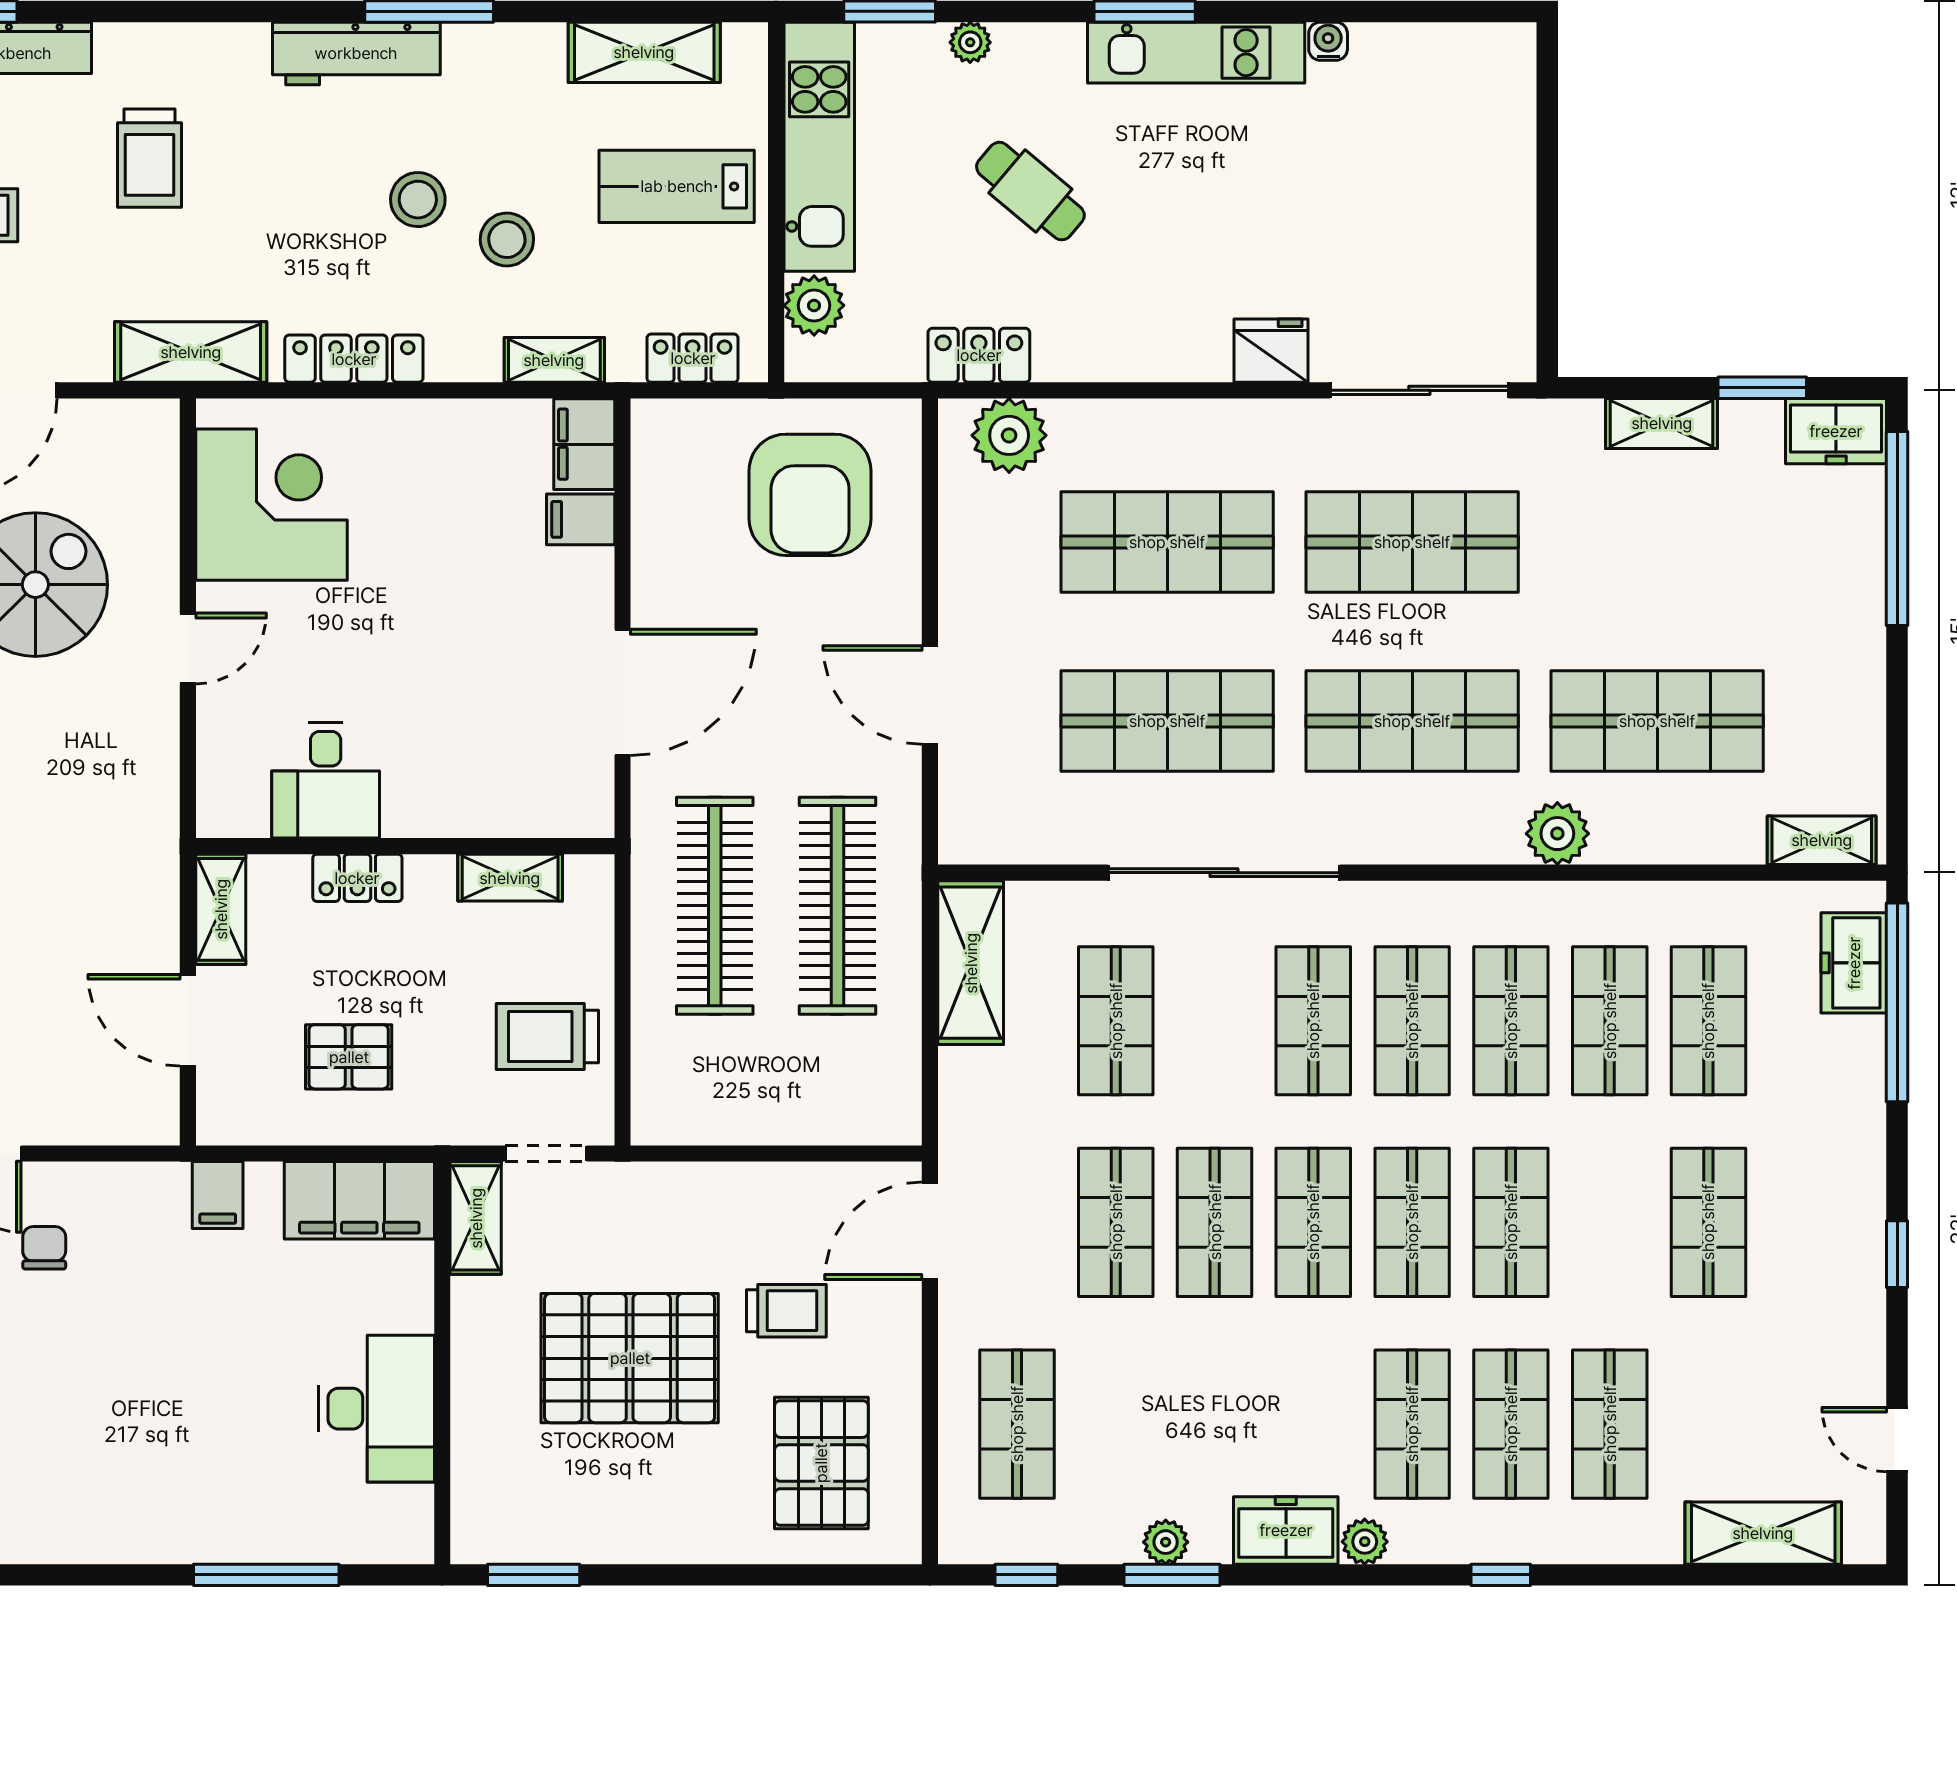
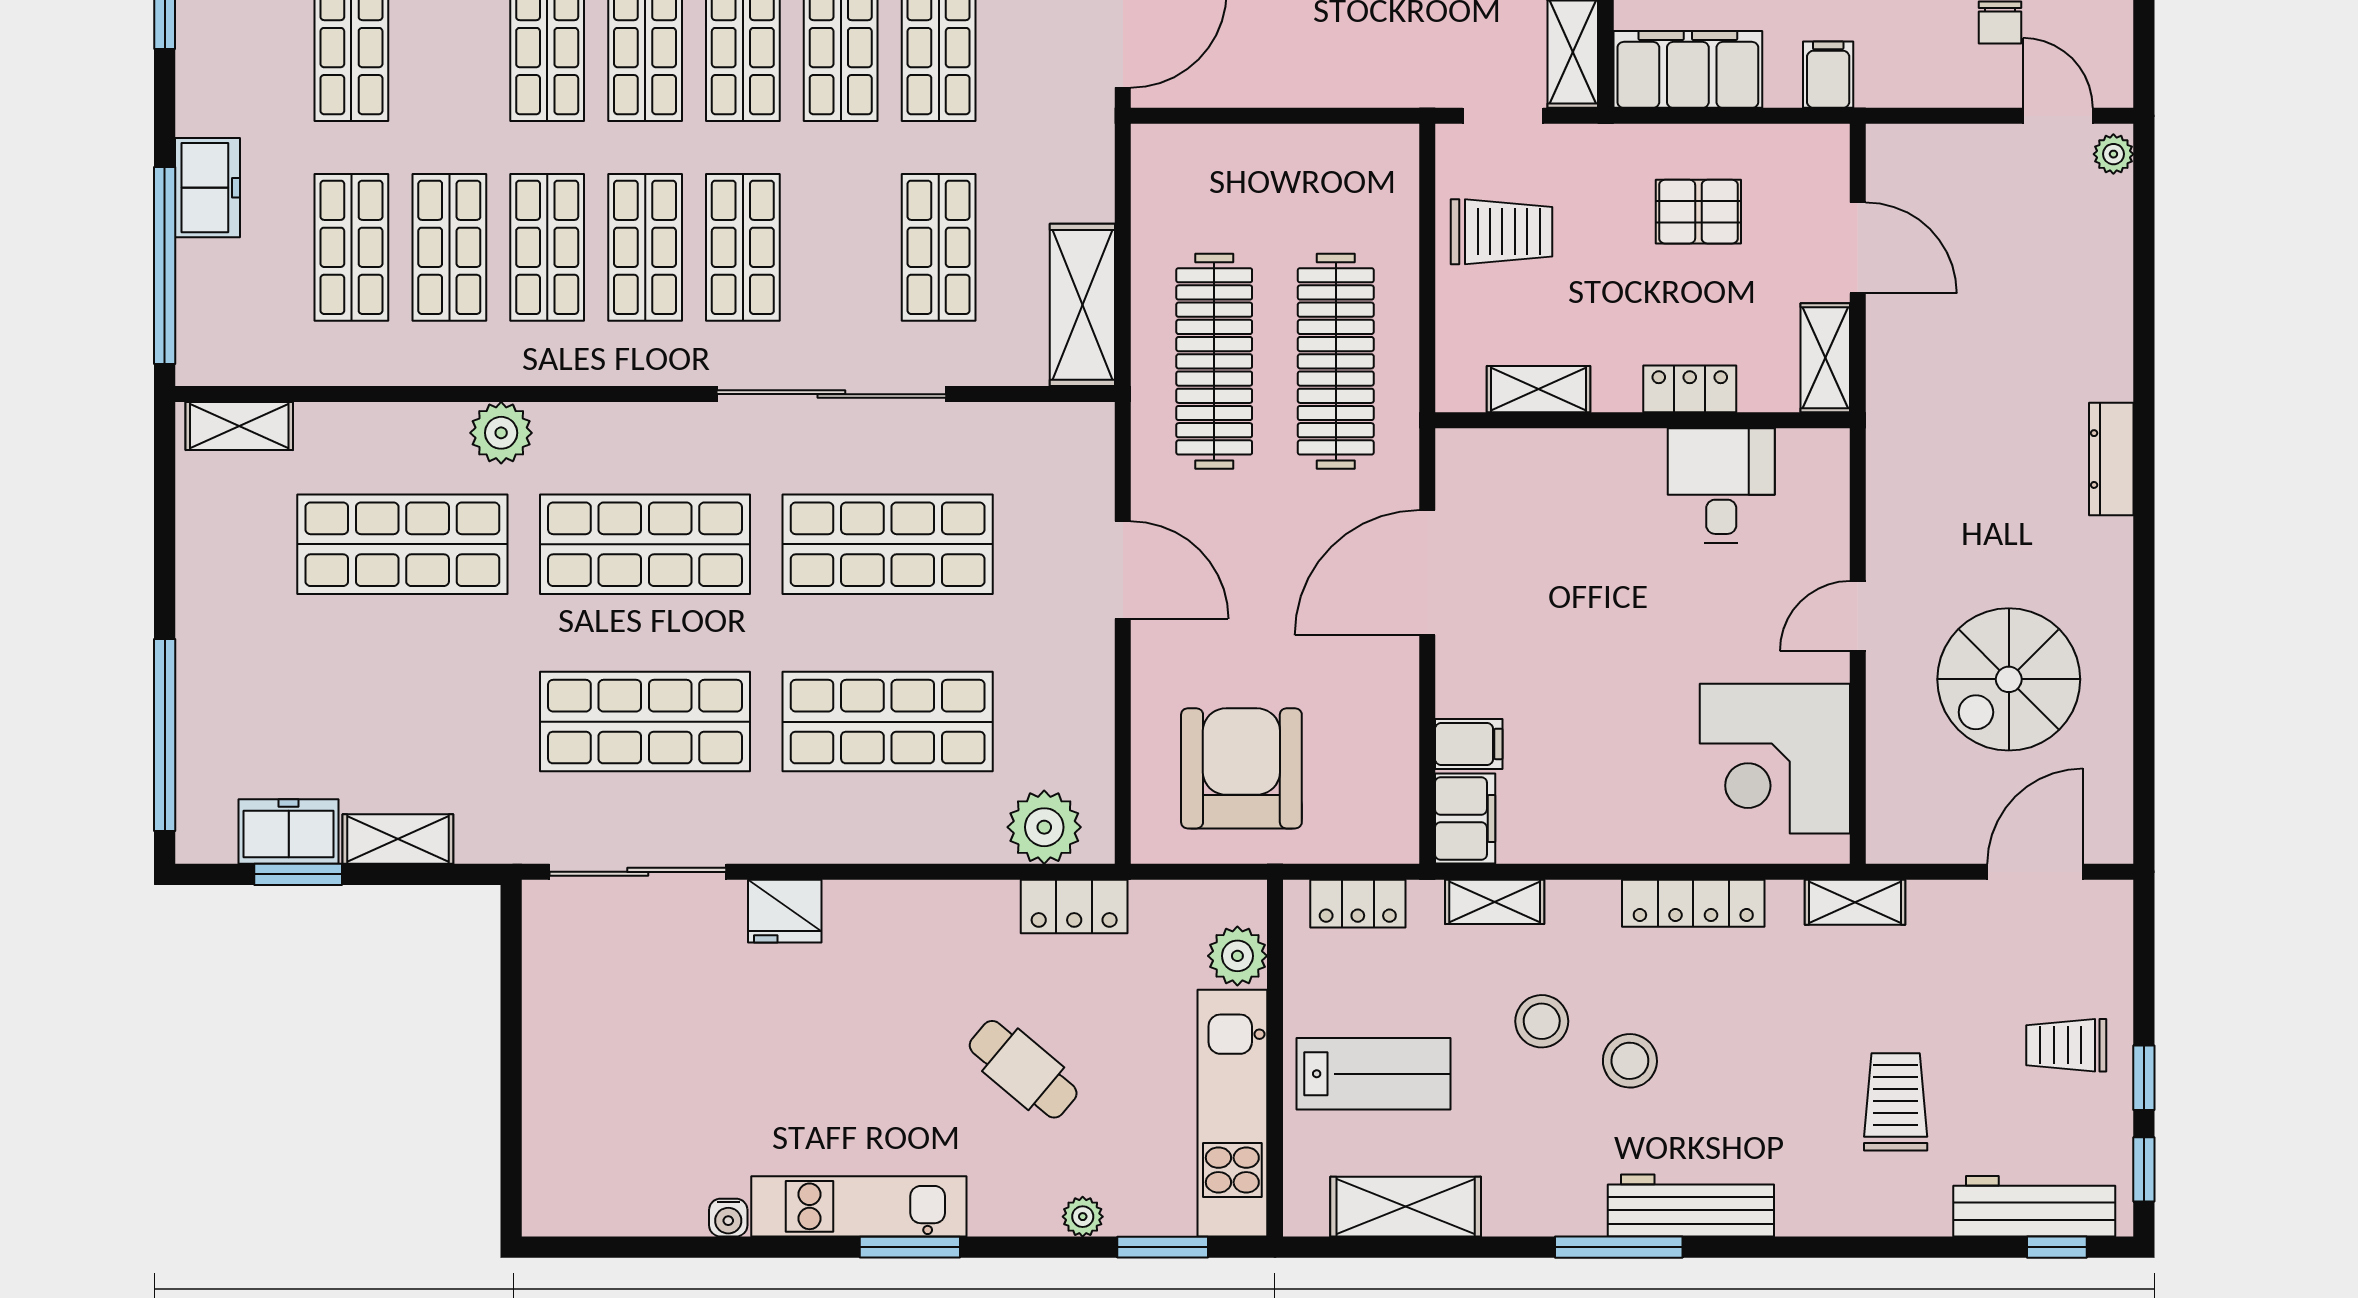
shelving: (191, 352) -> (1855, 902), width x0.67, depth x0.75
freezer: (1836, 431) -> (289, 831), moved
freezer: (1854, 963) -> (207, 188), moved

